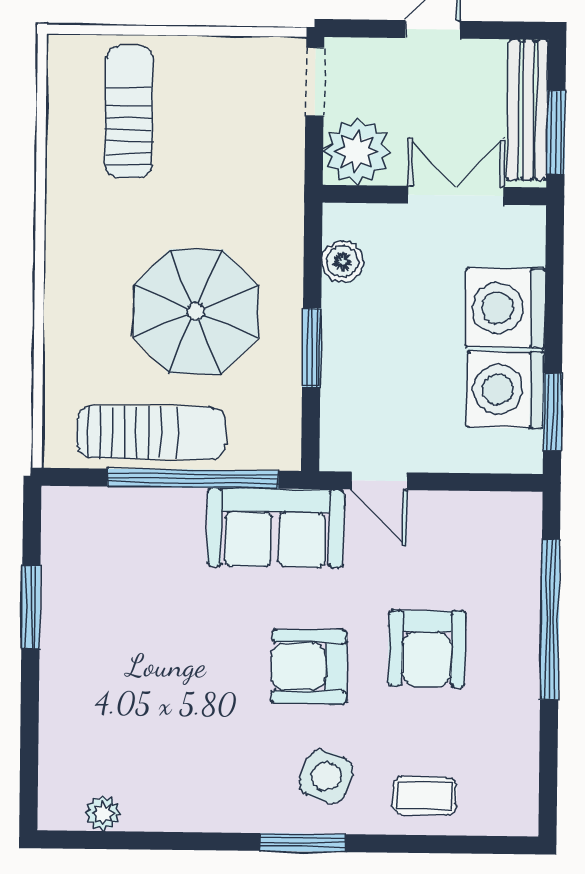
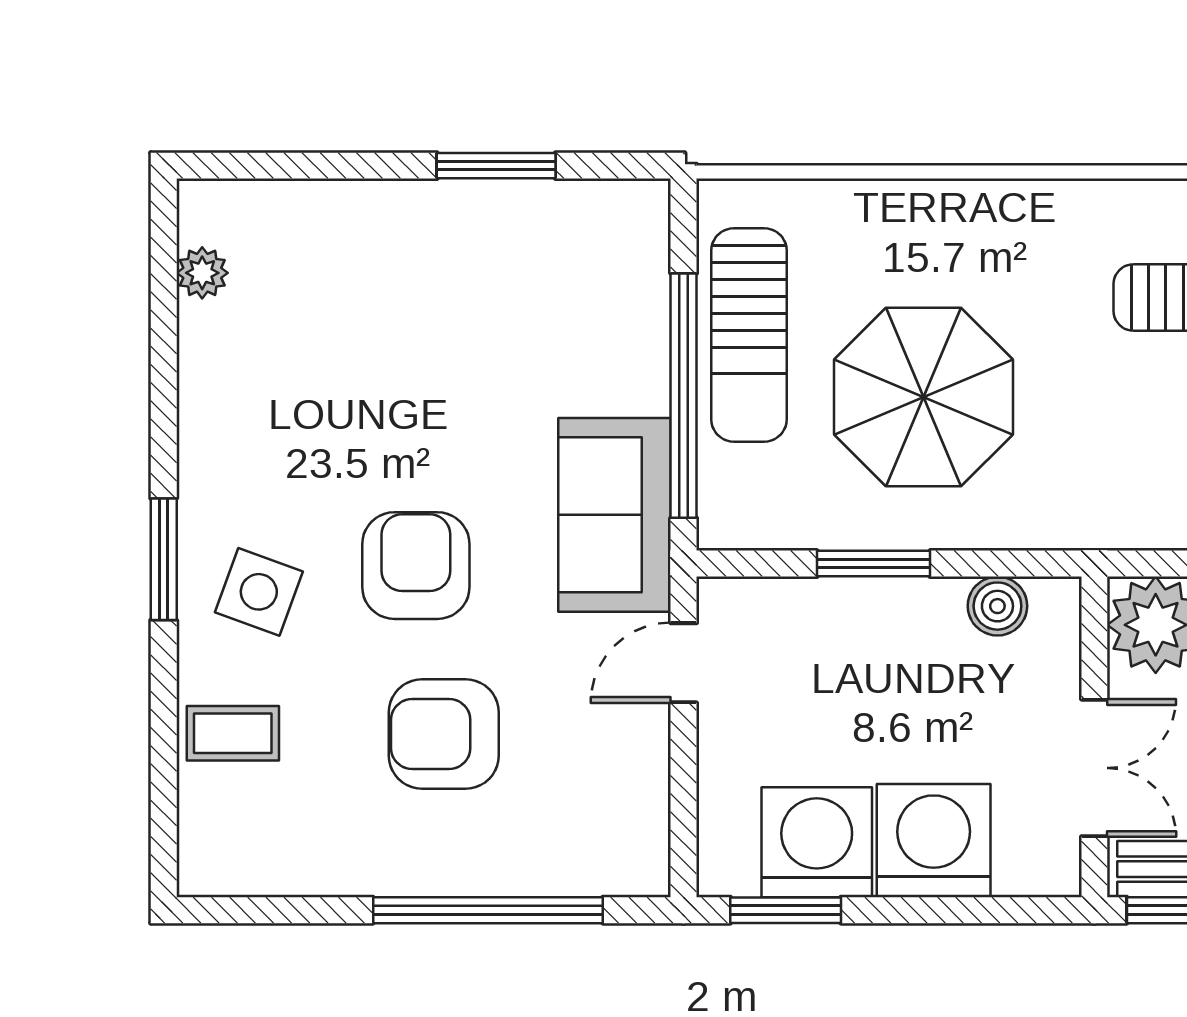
coffee table: (424, 796) -> (233, 733), turned 90

